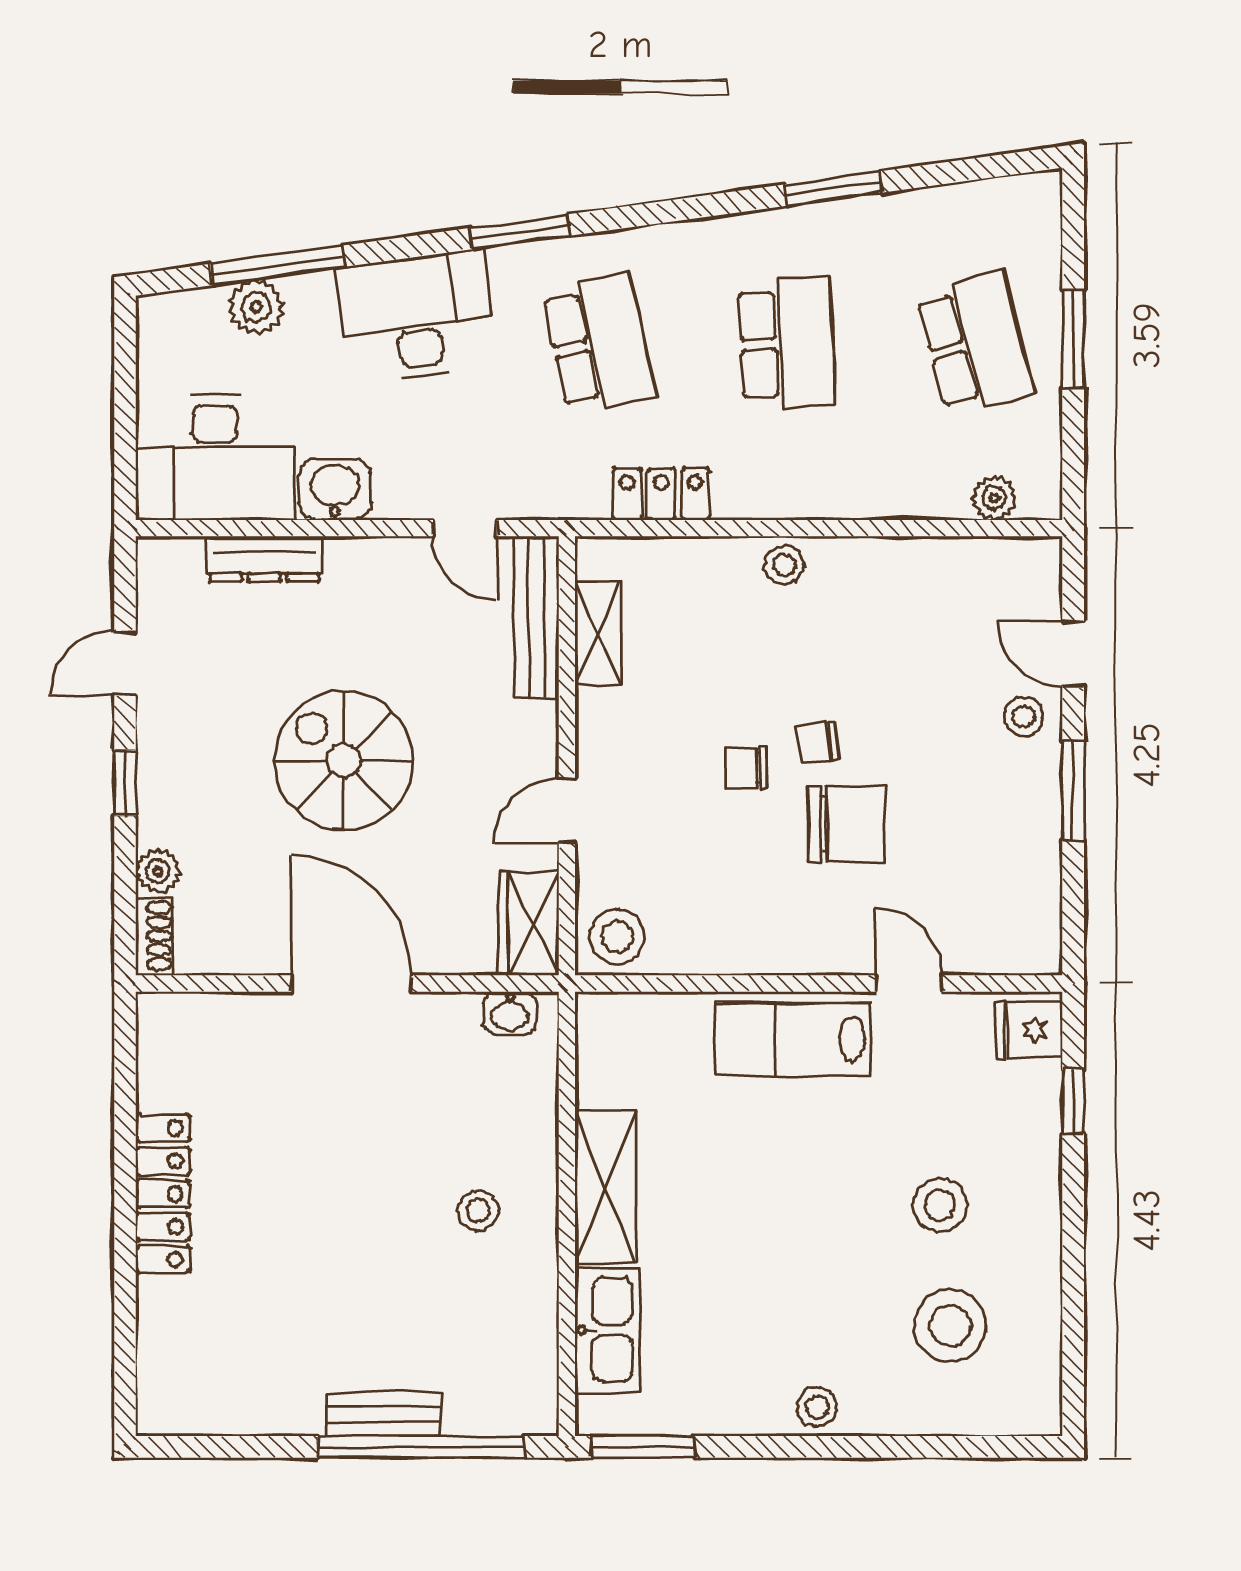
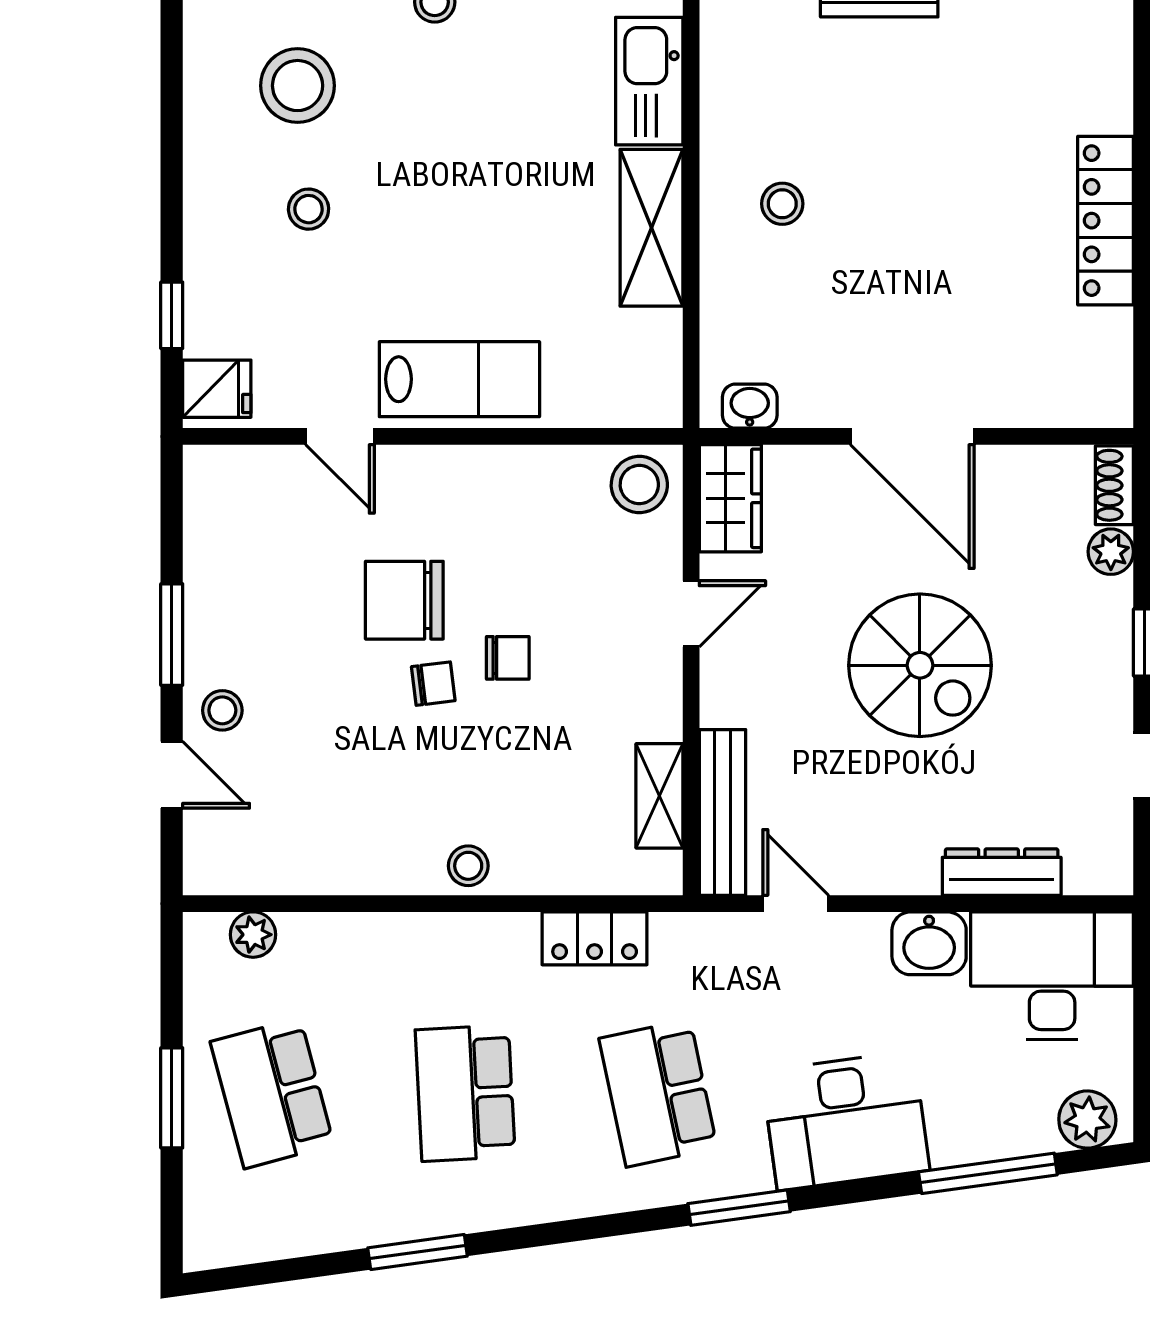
plant: (256, 307) -> (1087, 1120), moved
stool: (940, 1205) -> (309, 209), width x0.73, depth x0.73

